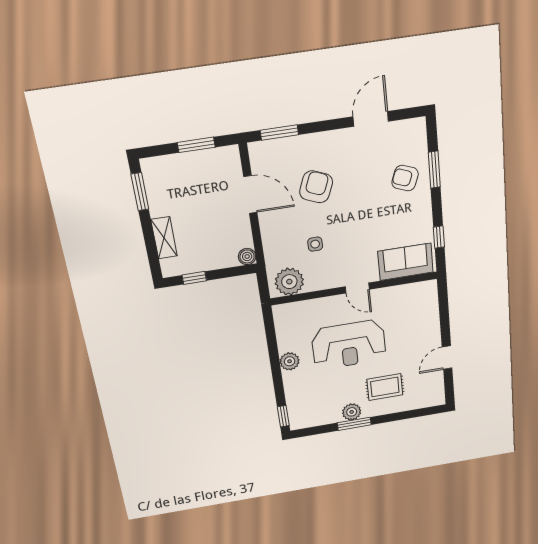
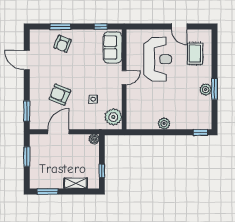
reception desk: (349, 345) -> (158, 59), moved
rug: (385, 387) -> (195, 54), moved

